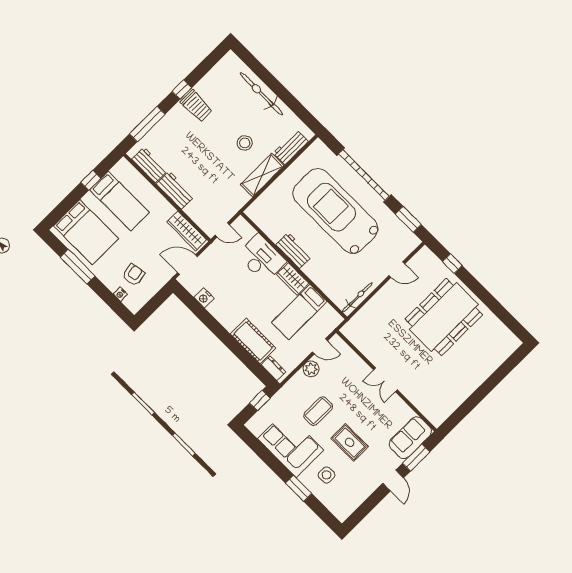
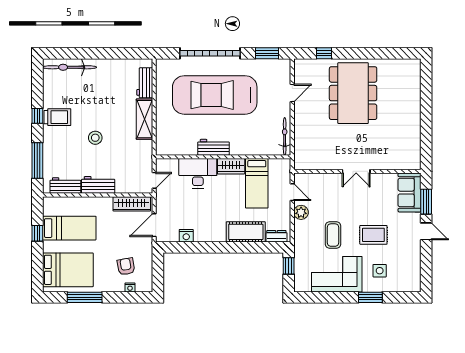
bicycle: (261, 94) -> (70, 67), moved
stool: (245, 143) -> (95, 138), moved
door: (320, 346) -> (292, 192), hinge flipped

